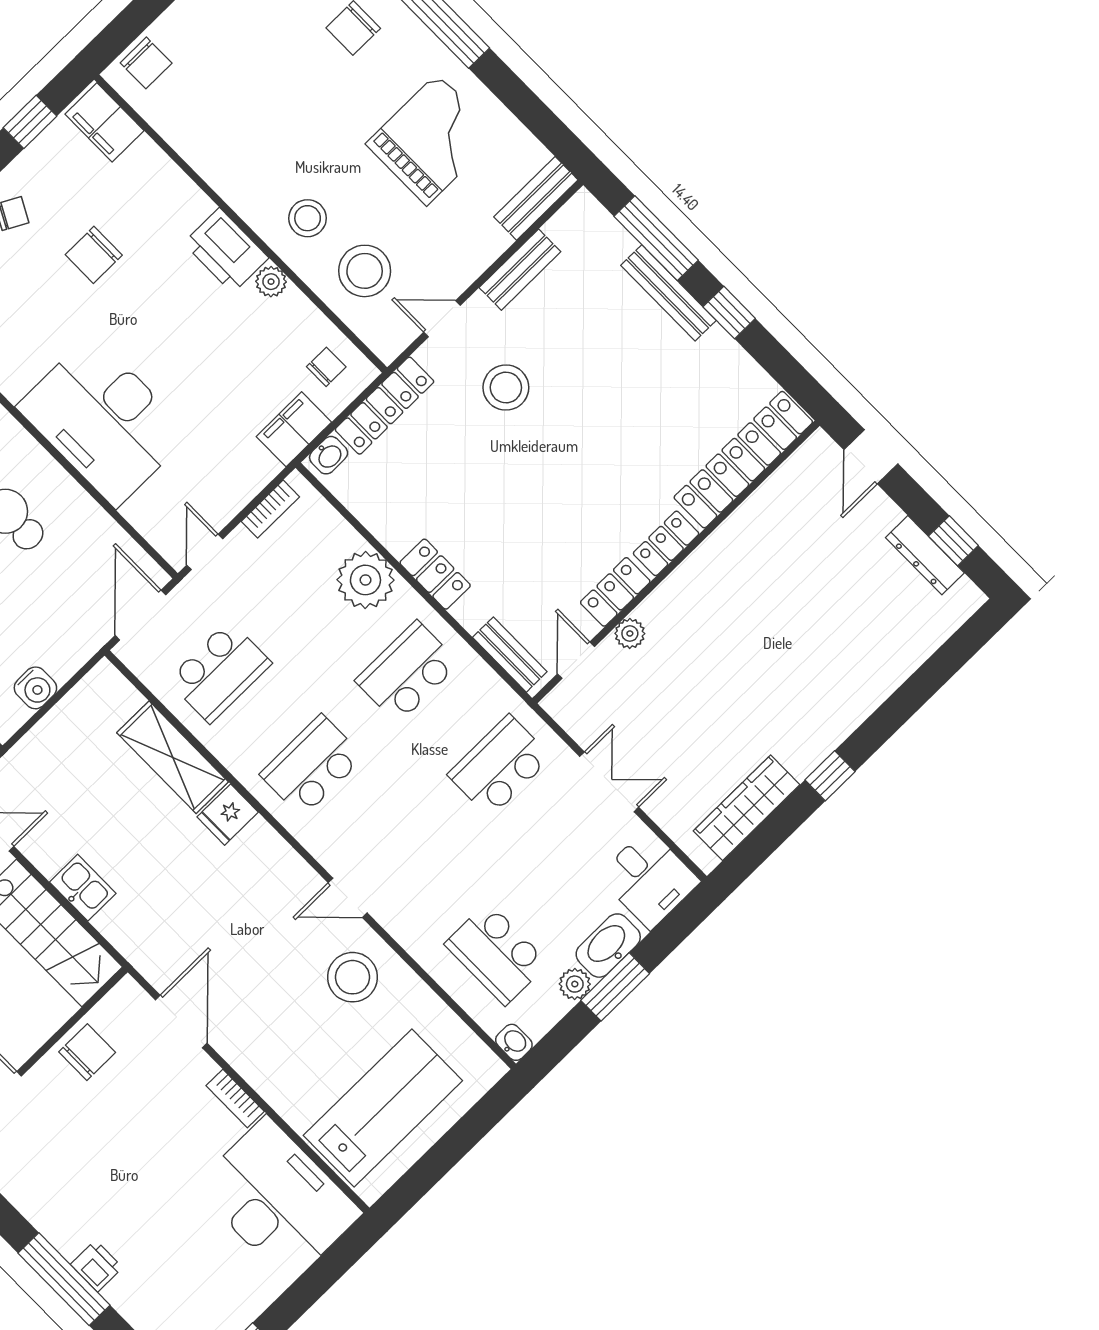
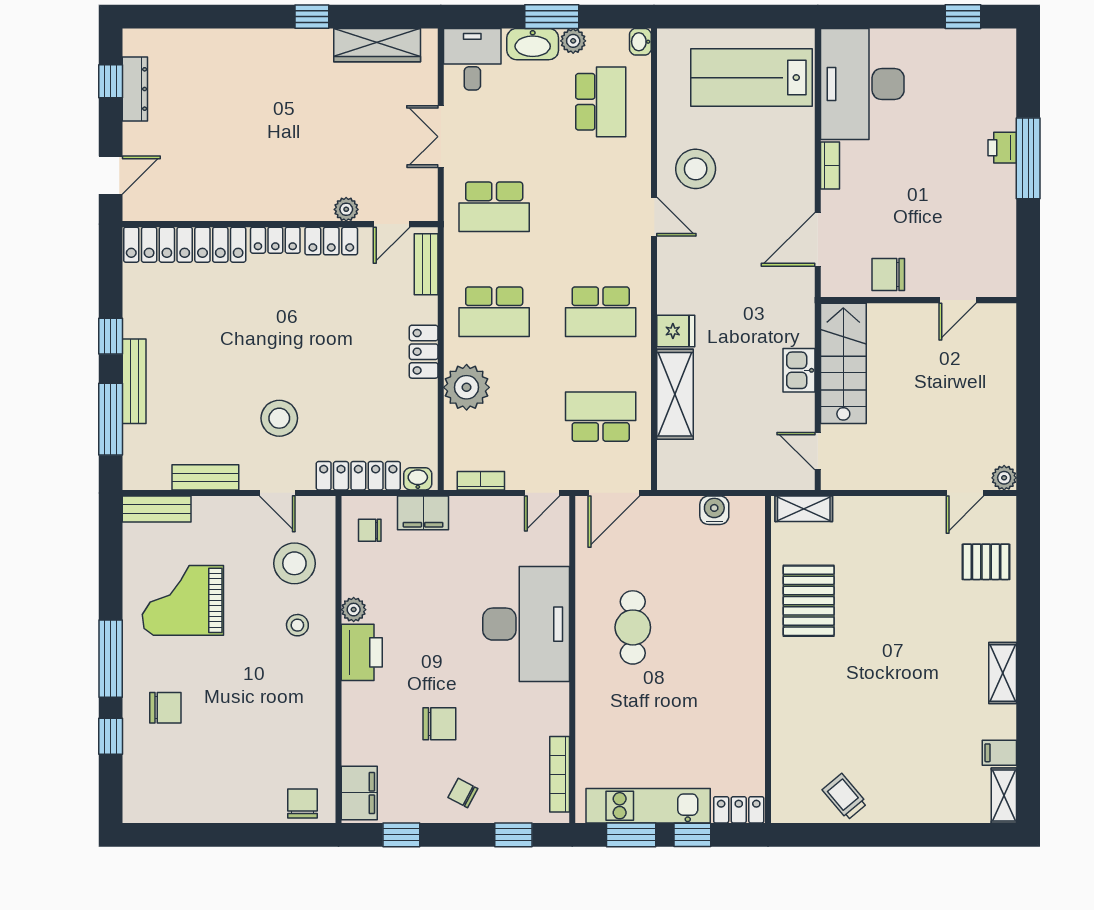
stool: (308, 218) -> (297, 625), width x0.73, depth x0.73

